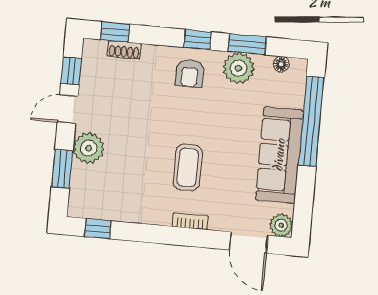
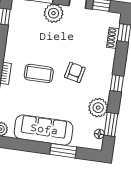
window: (247, 44) -> (111, 124), moved
armchair: (190, 73) -> (75, 72), moved, turned 103
window: (311, 121) -> (63, 151), width x0.47

